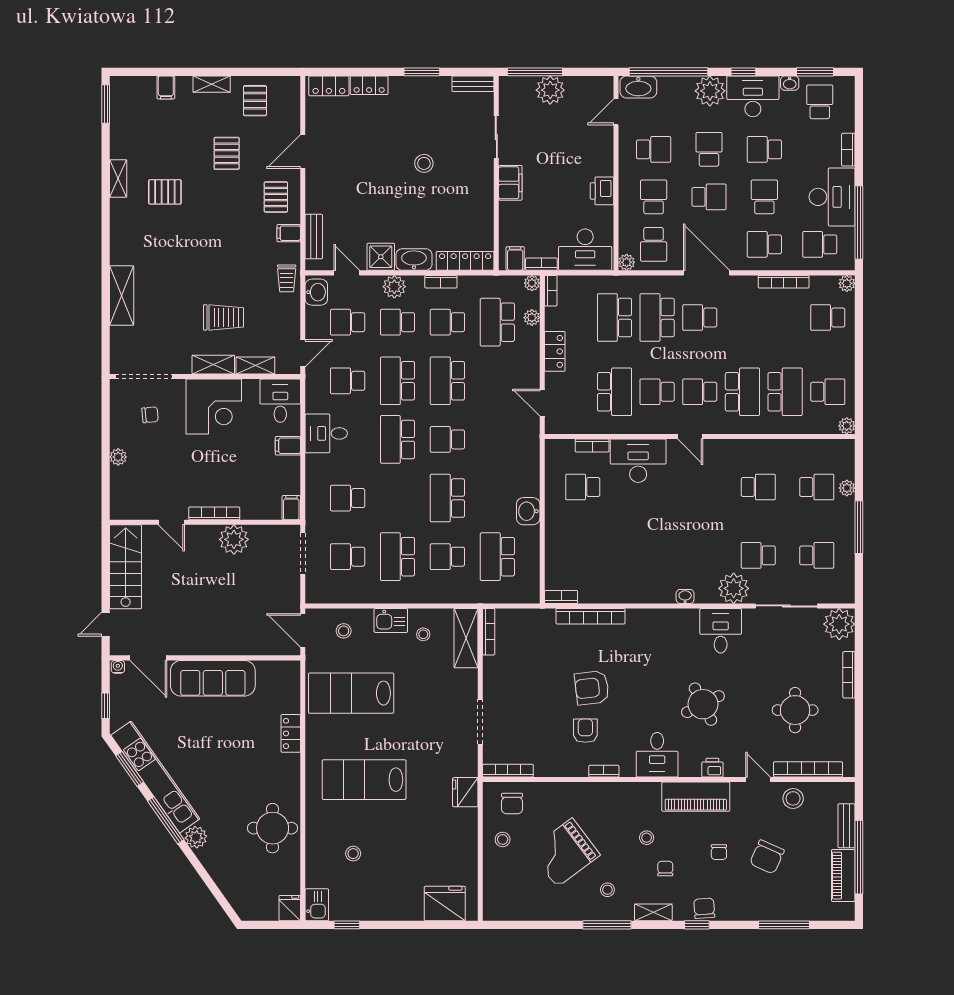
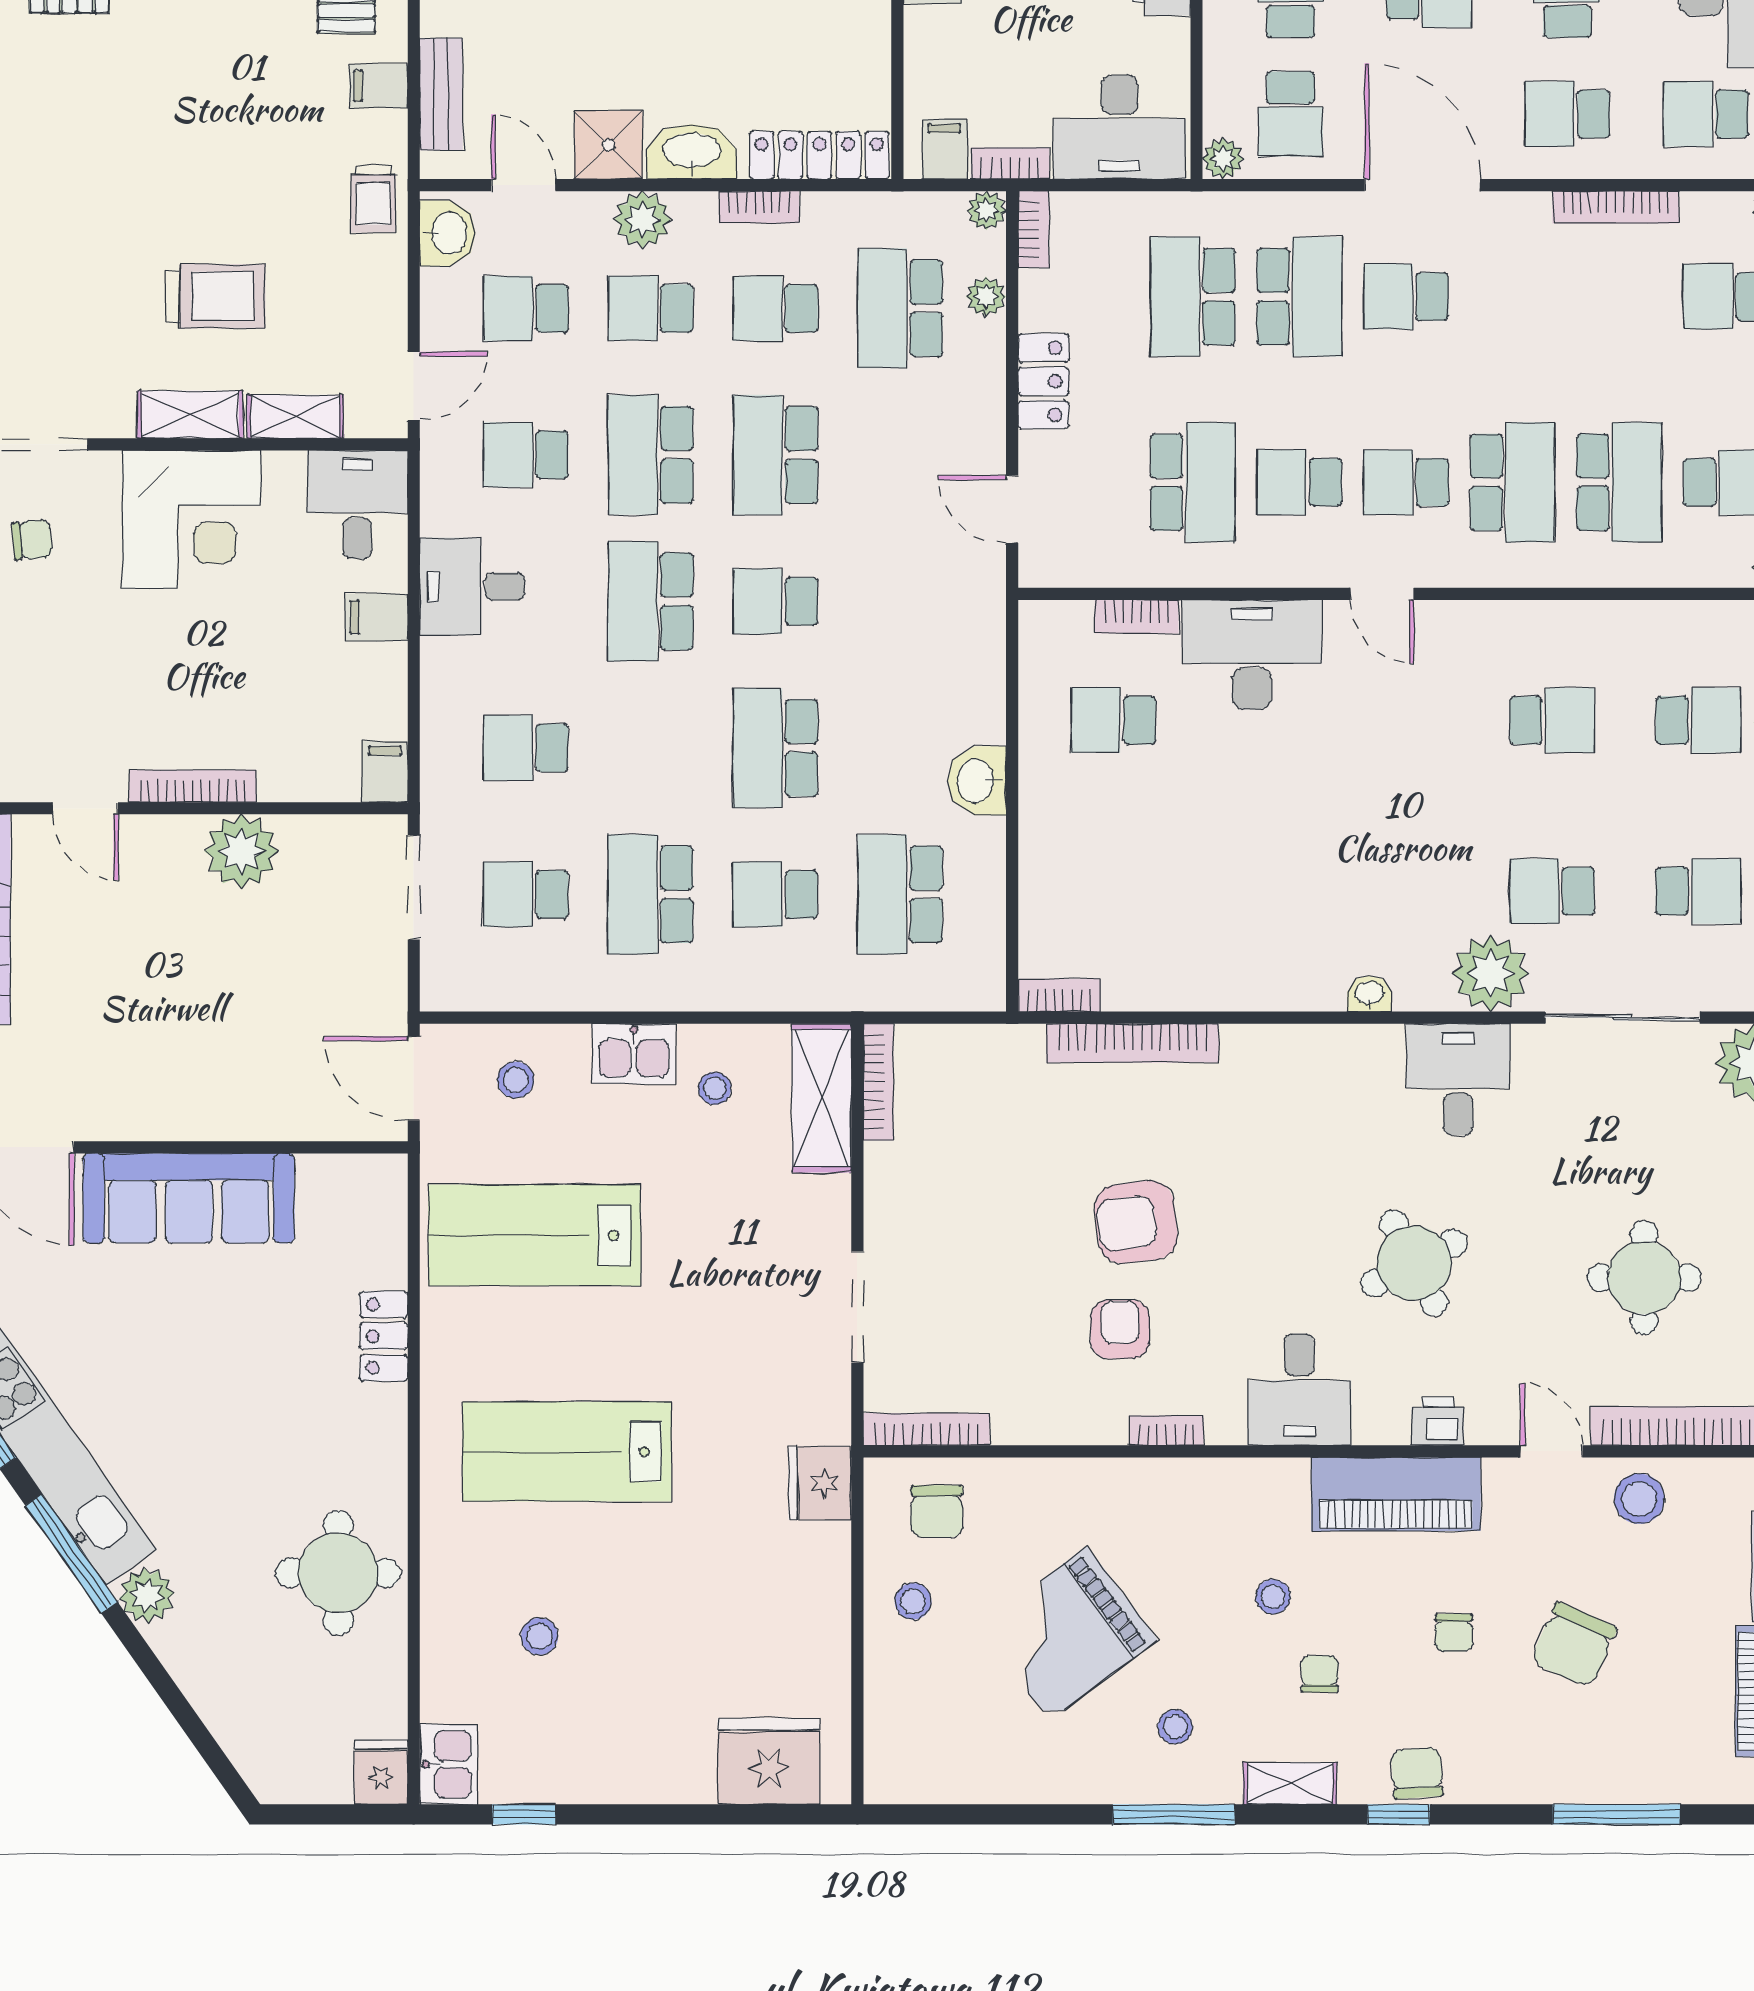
school desk: (657, 318) -> (1299, 297), turned 180

